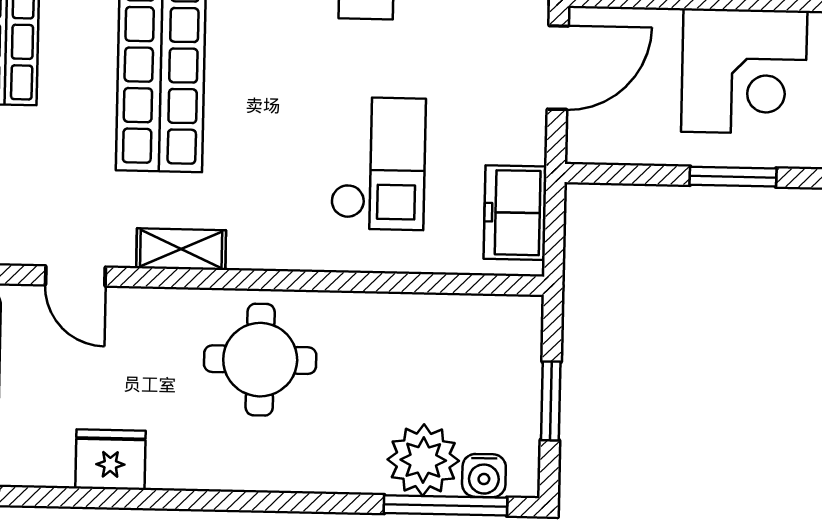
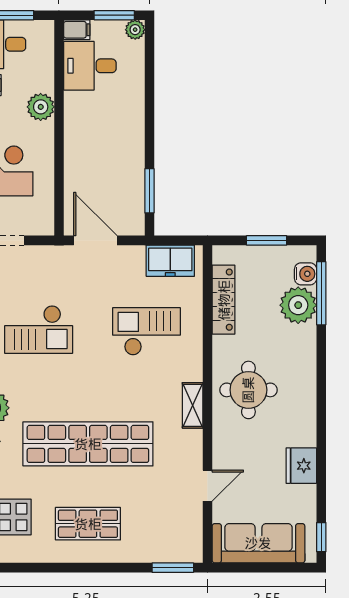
corner desk: (744, 71) -> (95, 145), removed
window: (733, 177) -> (149, 191), moved
shelving: (181, 249) -> (193, 405), moved
locker: (437, 315) -> (224, 300), added

